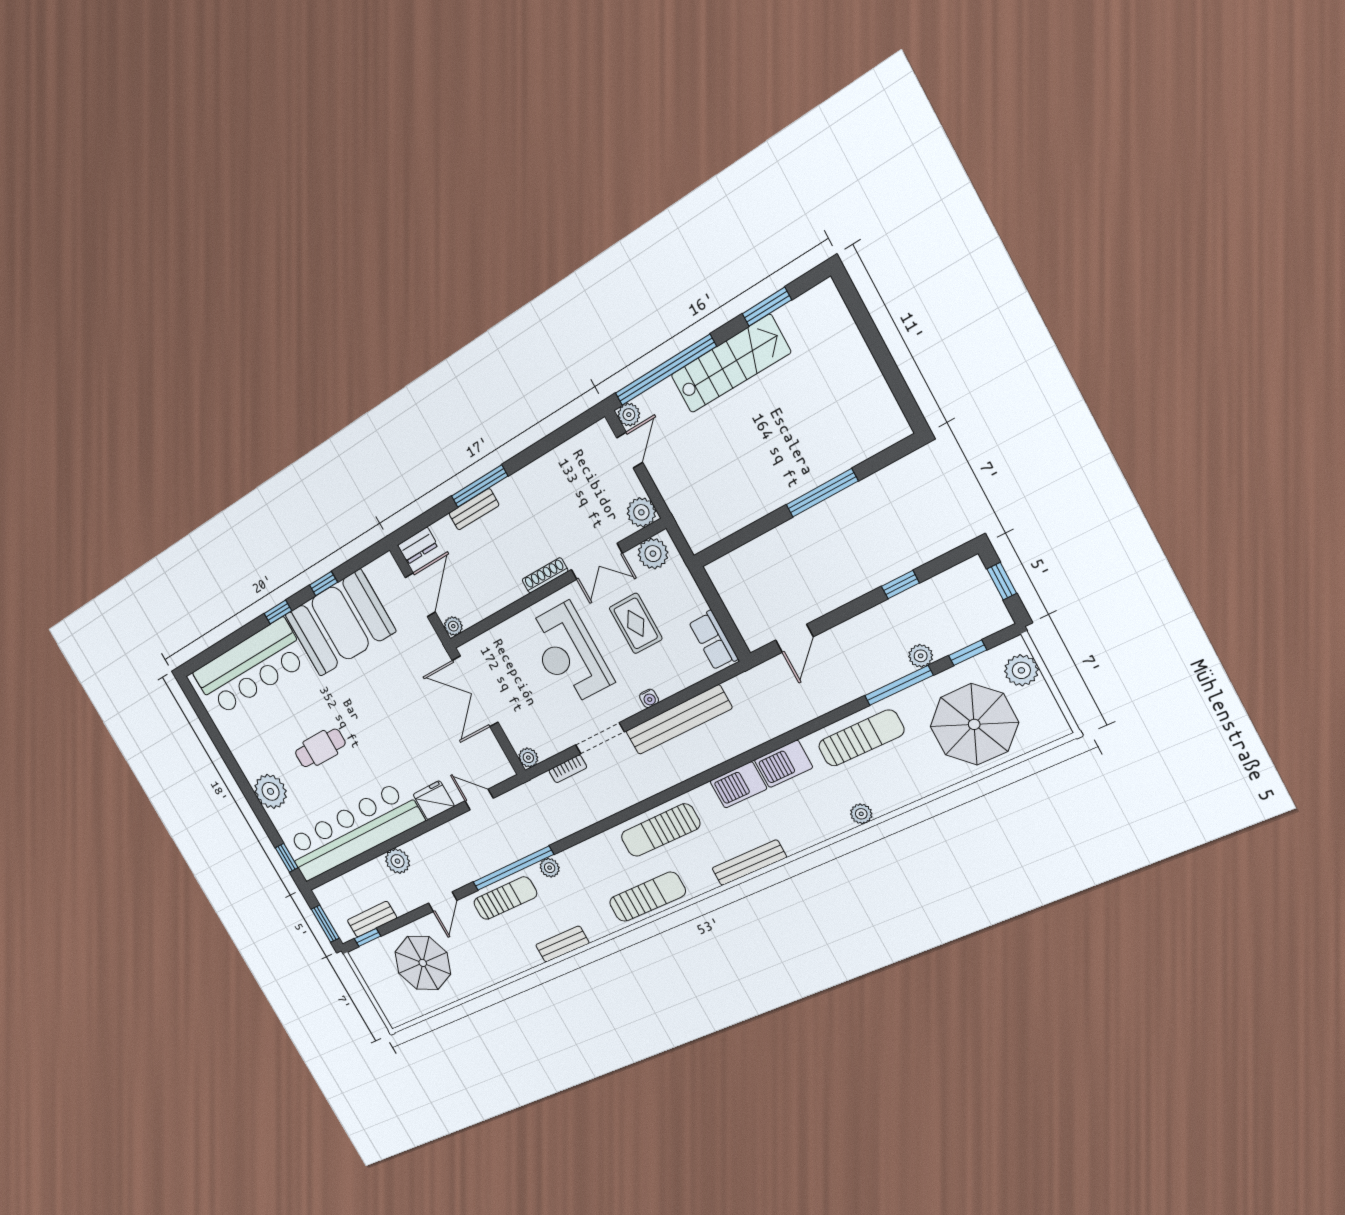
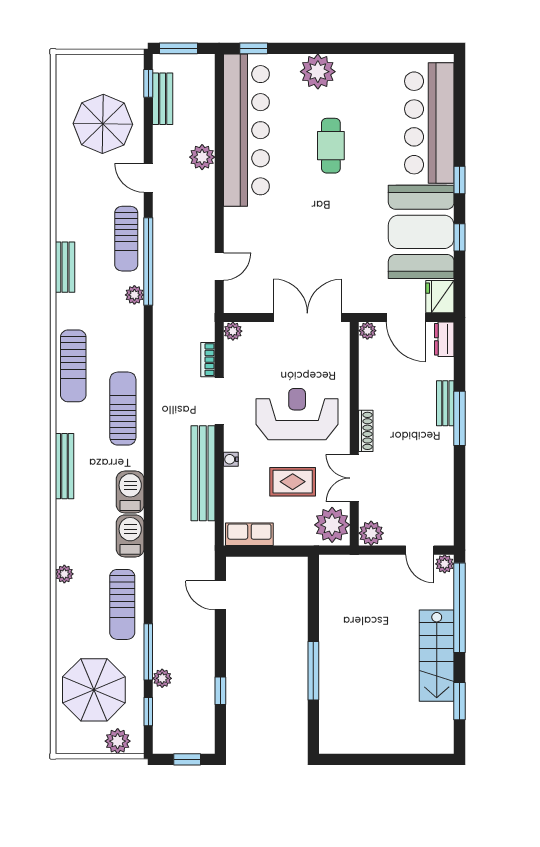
plant: (653, 554) -> (332, 525), width x1.36, depth x1.36
fridge: (434, 800) -> (440, 297), moved, turned 180

